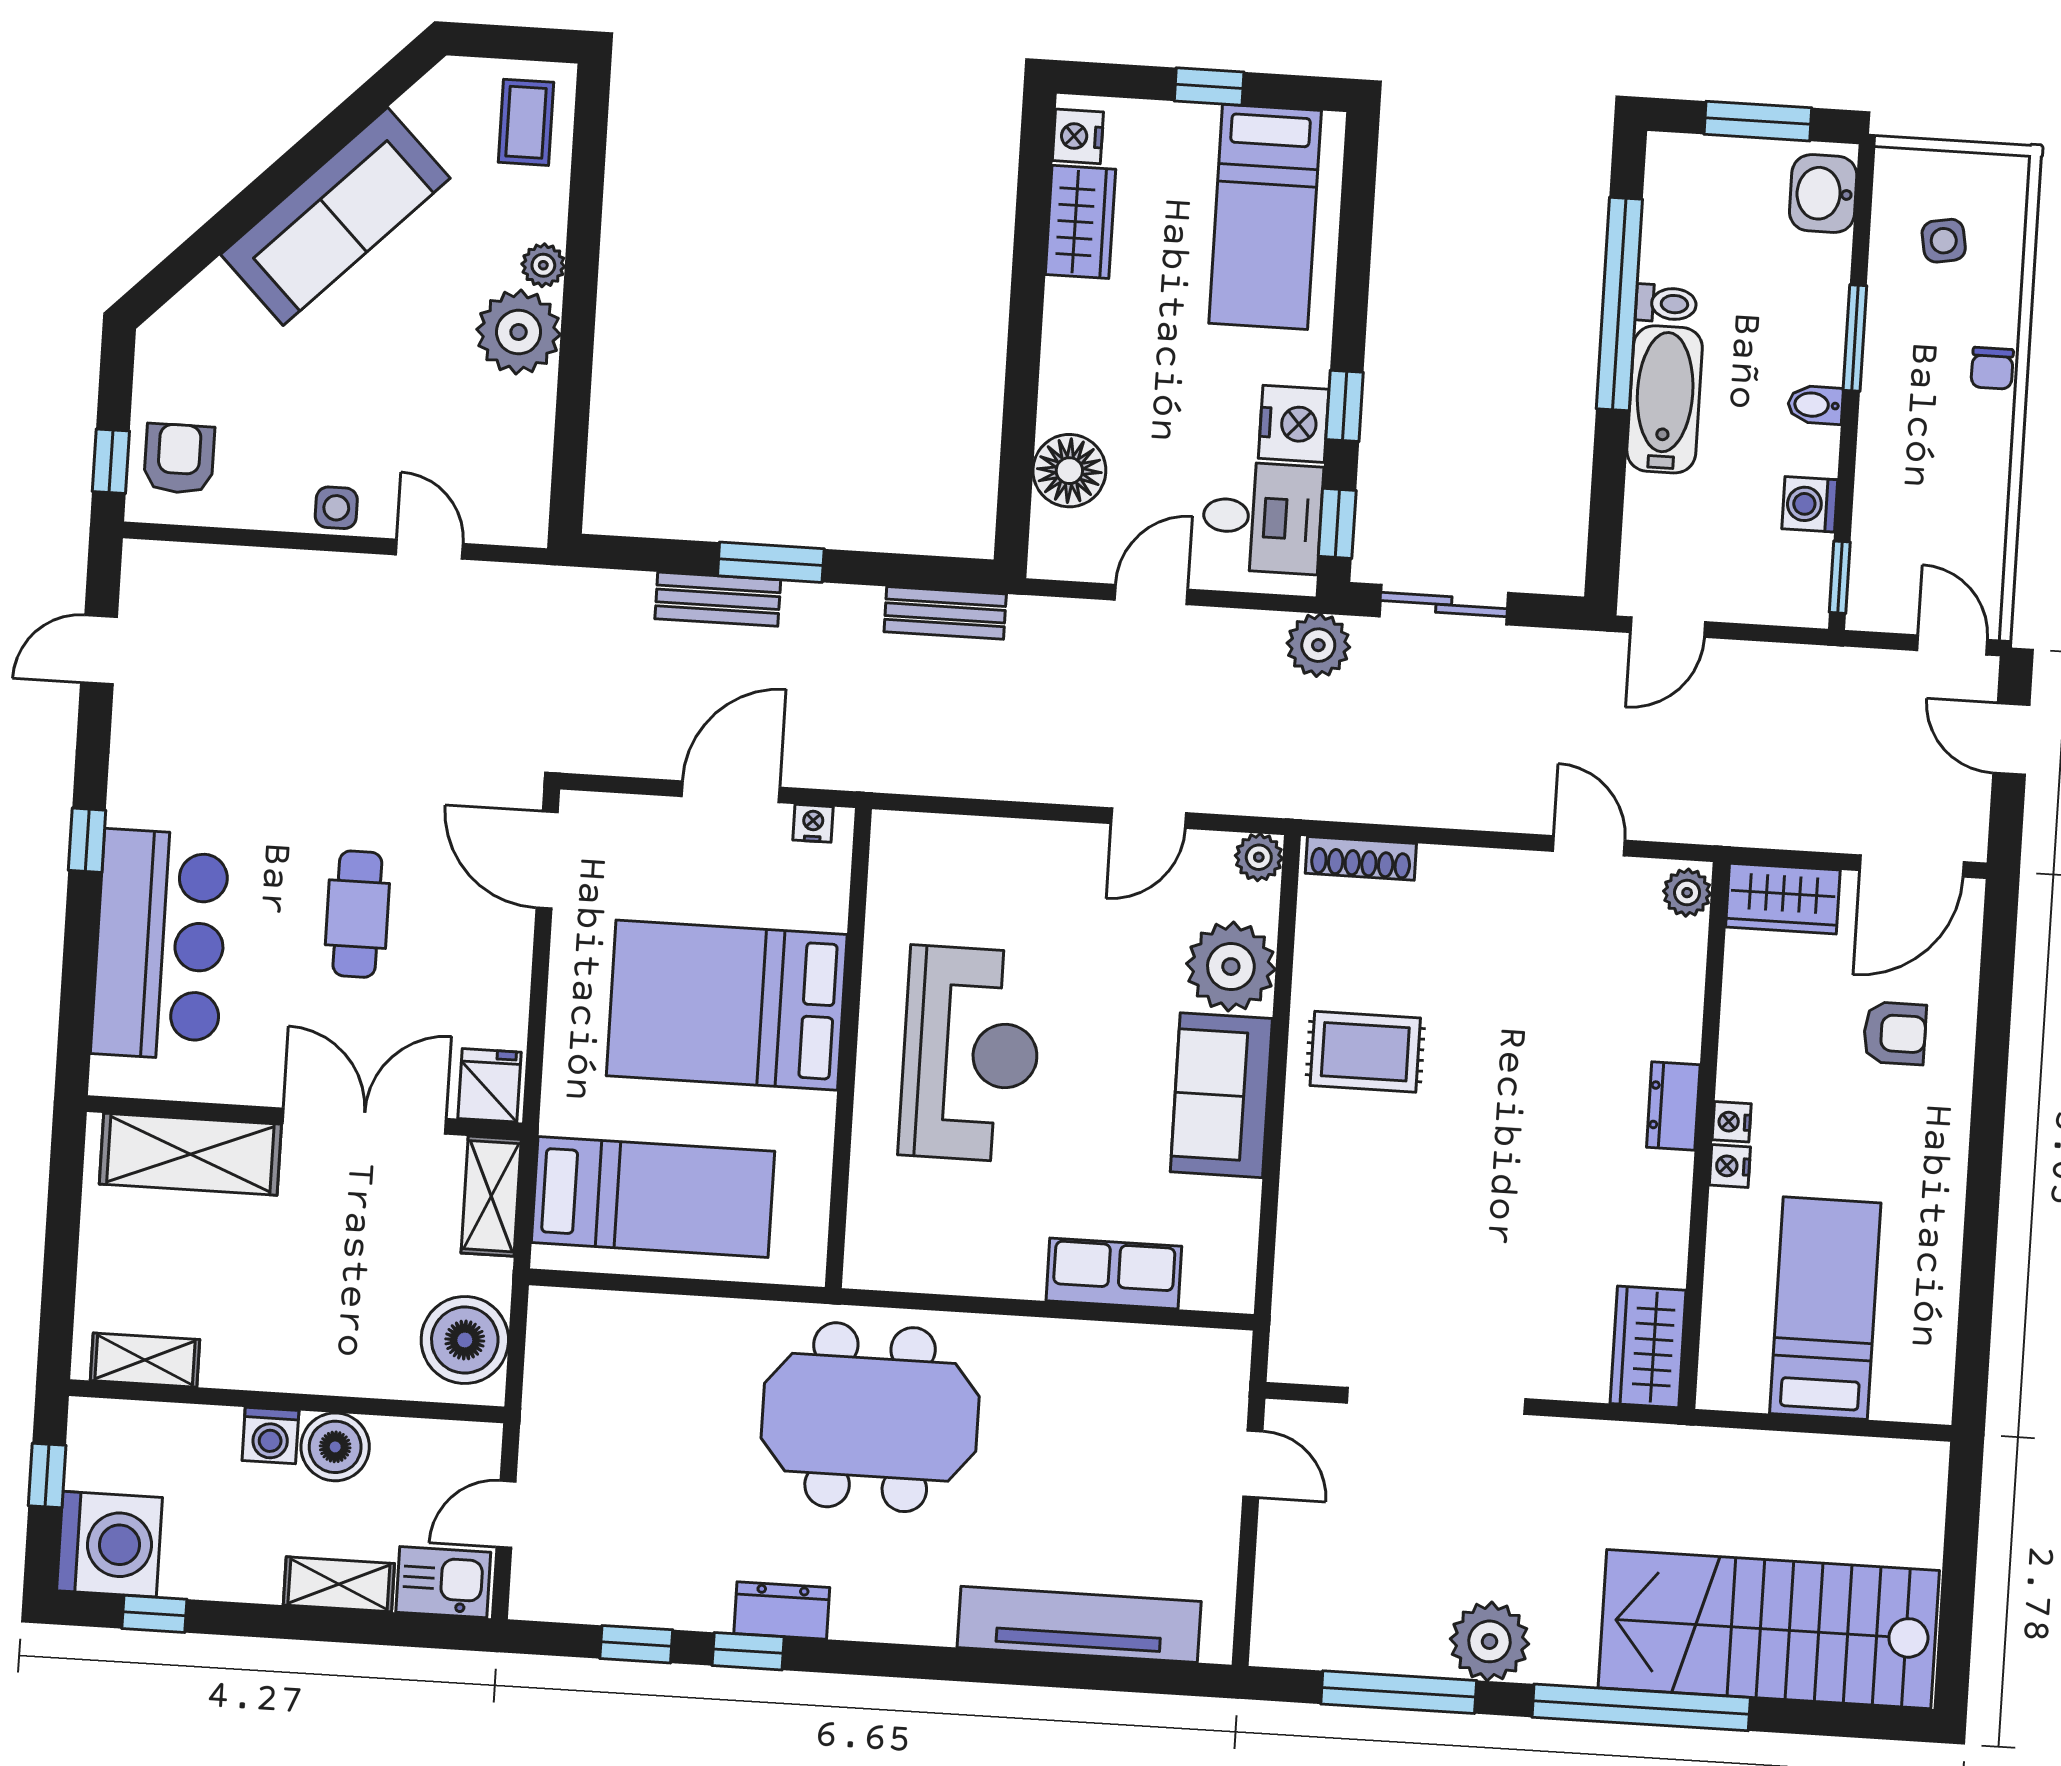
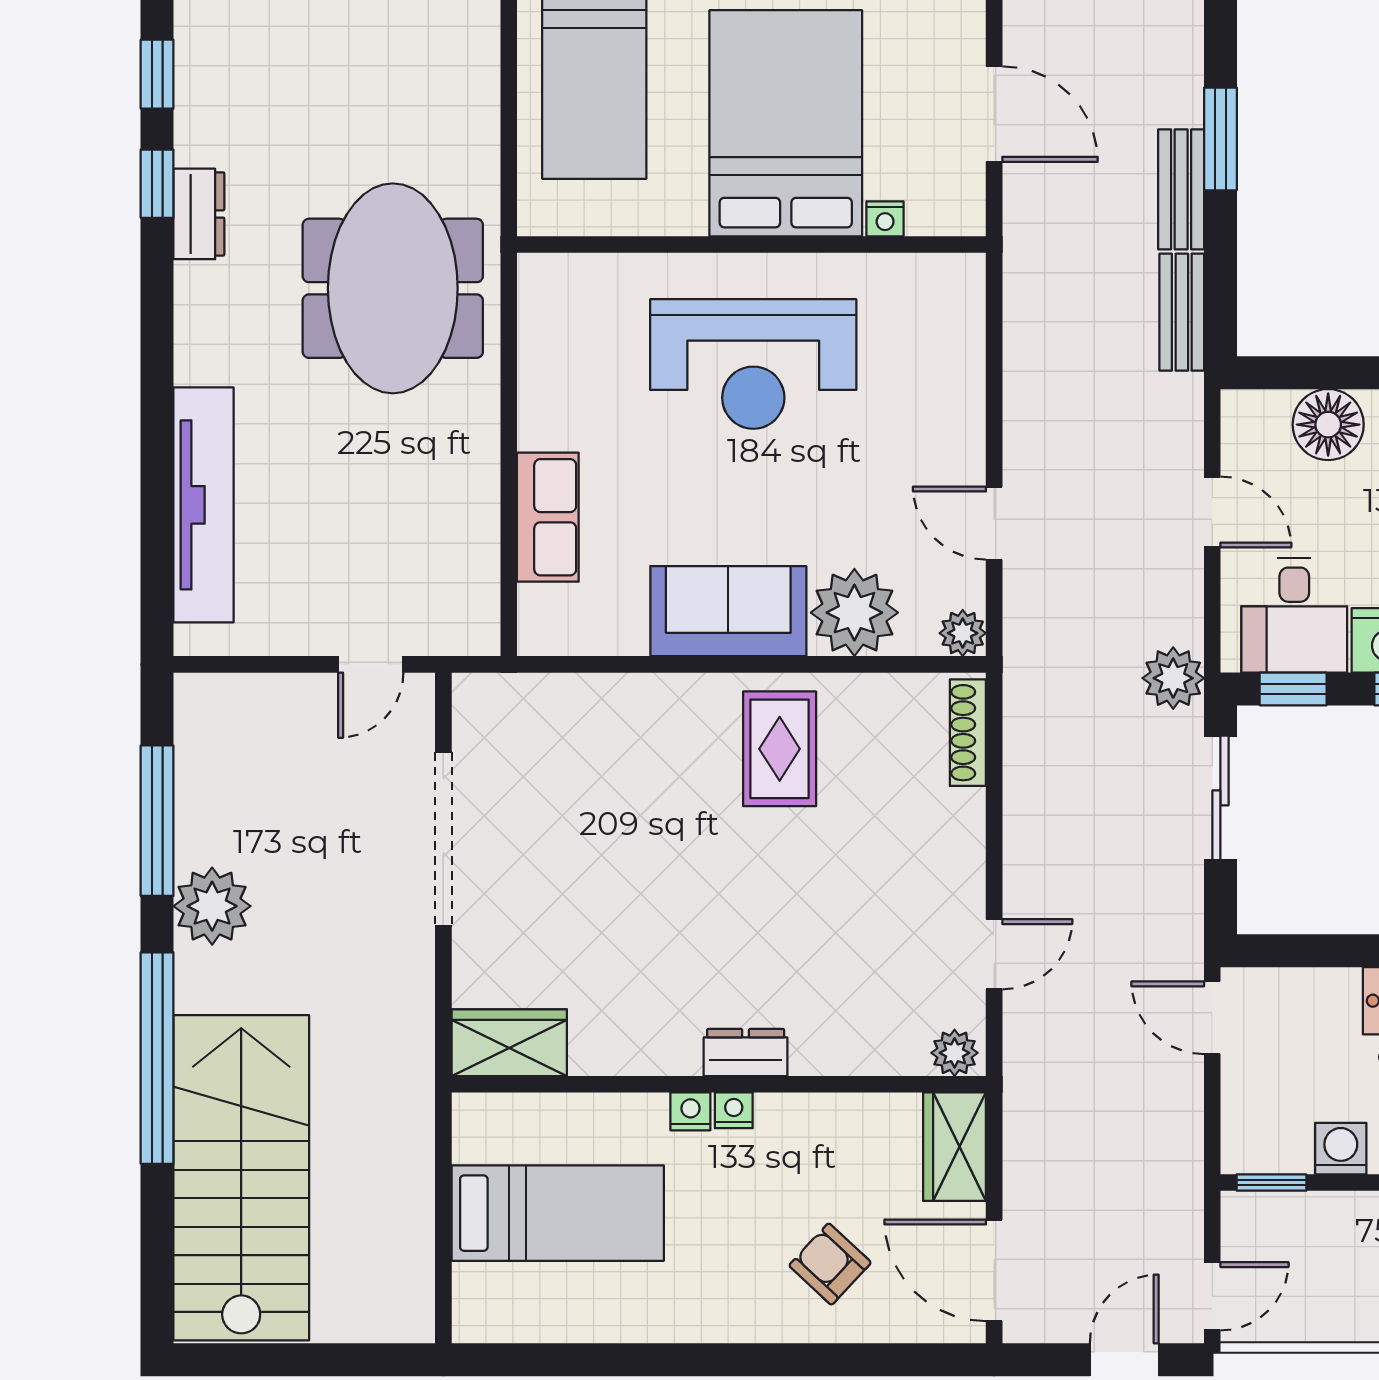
bench: (718, 599) -> (1181, 189), moved
nightstand: (813, 823) -> (885, 219), moved, turned 90
armchair: (1895, 1033) -> (830, 1264), turned 133

